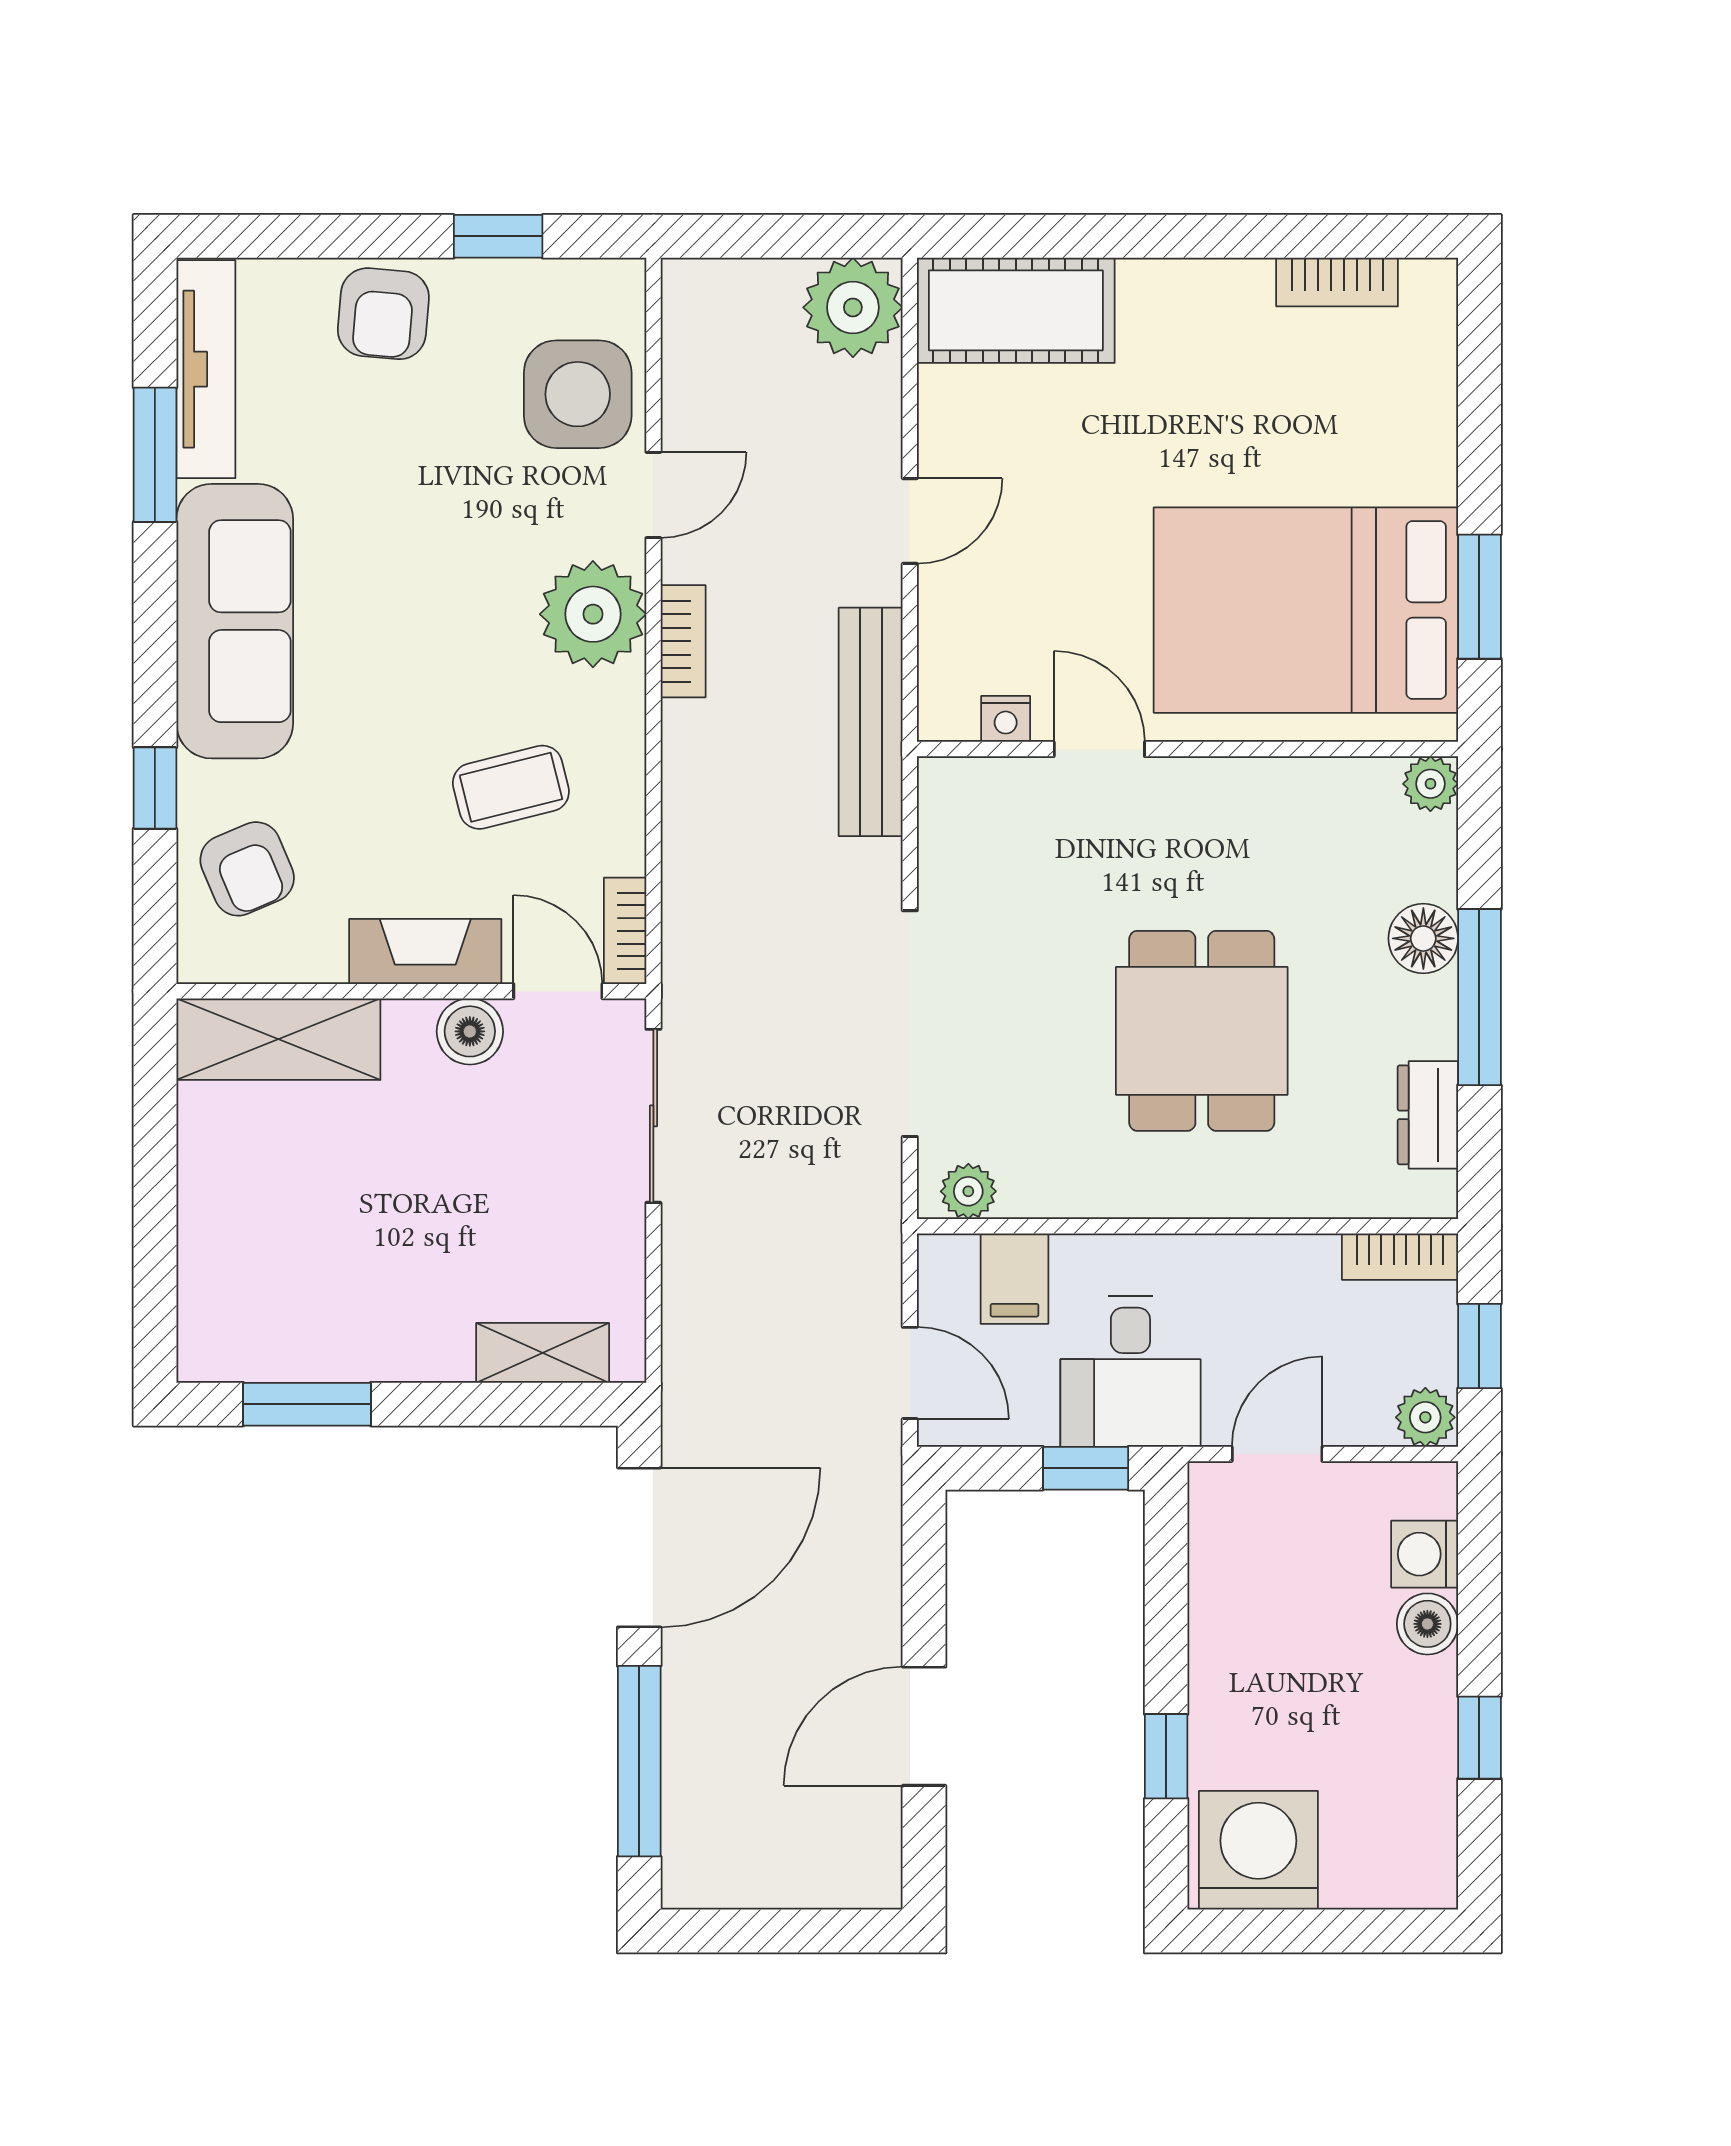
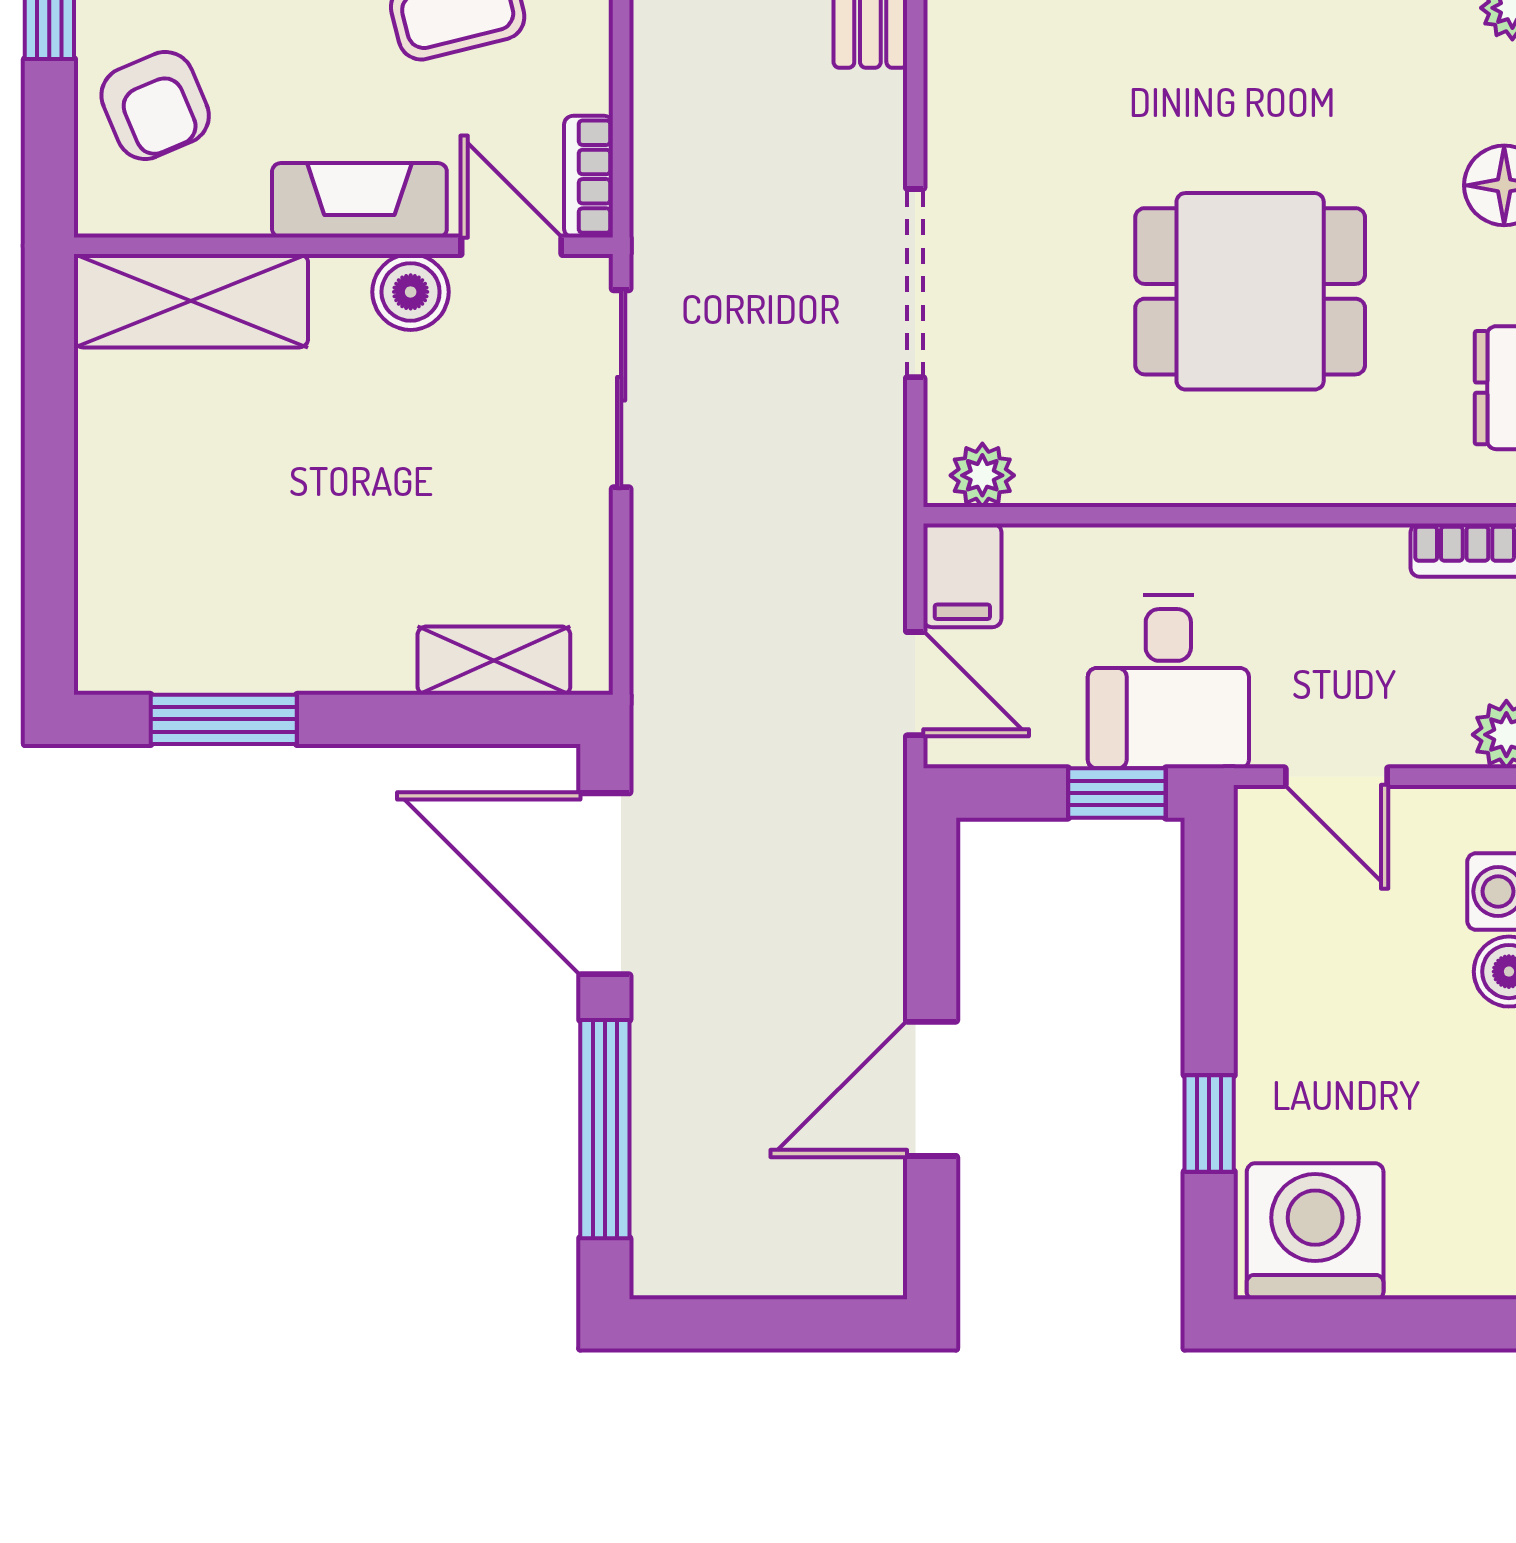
doorway: (910, 1024) -> (915, 283), width x0.73
dining table: (1202, 1031) -> (1250, 291), turned 90
filing cabinet: (1015, 1279) -> (962, 575), moved
door: (1277, 1454) -> (1336, 777), swing flipped
door: (639, 1547) -> (605, 884), swing flipped

